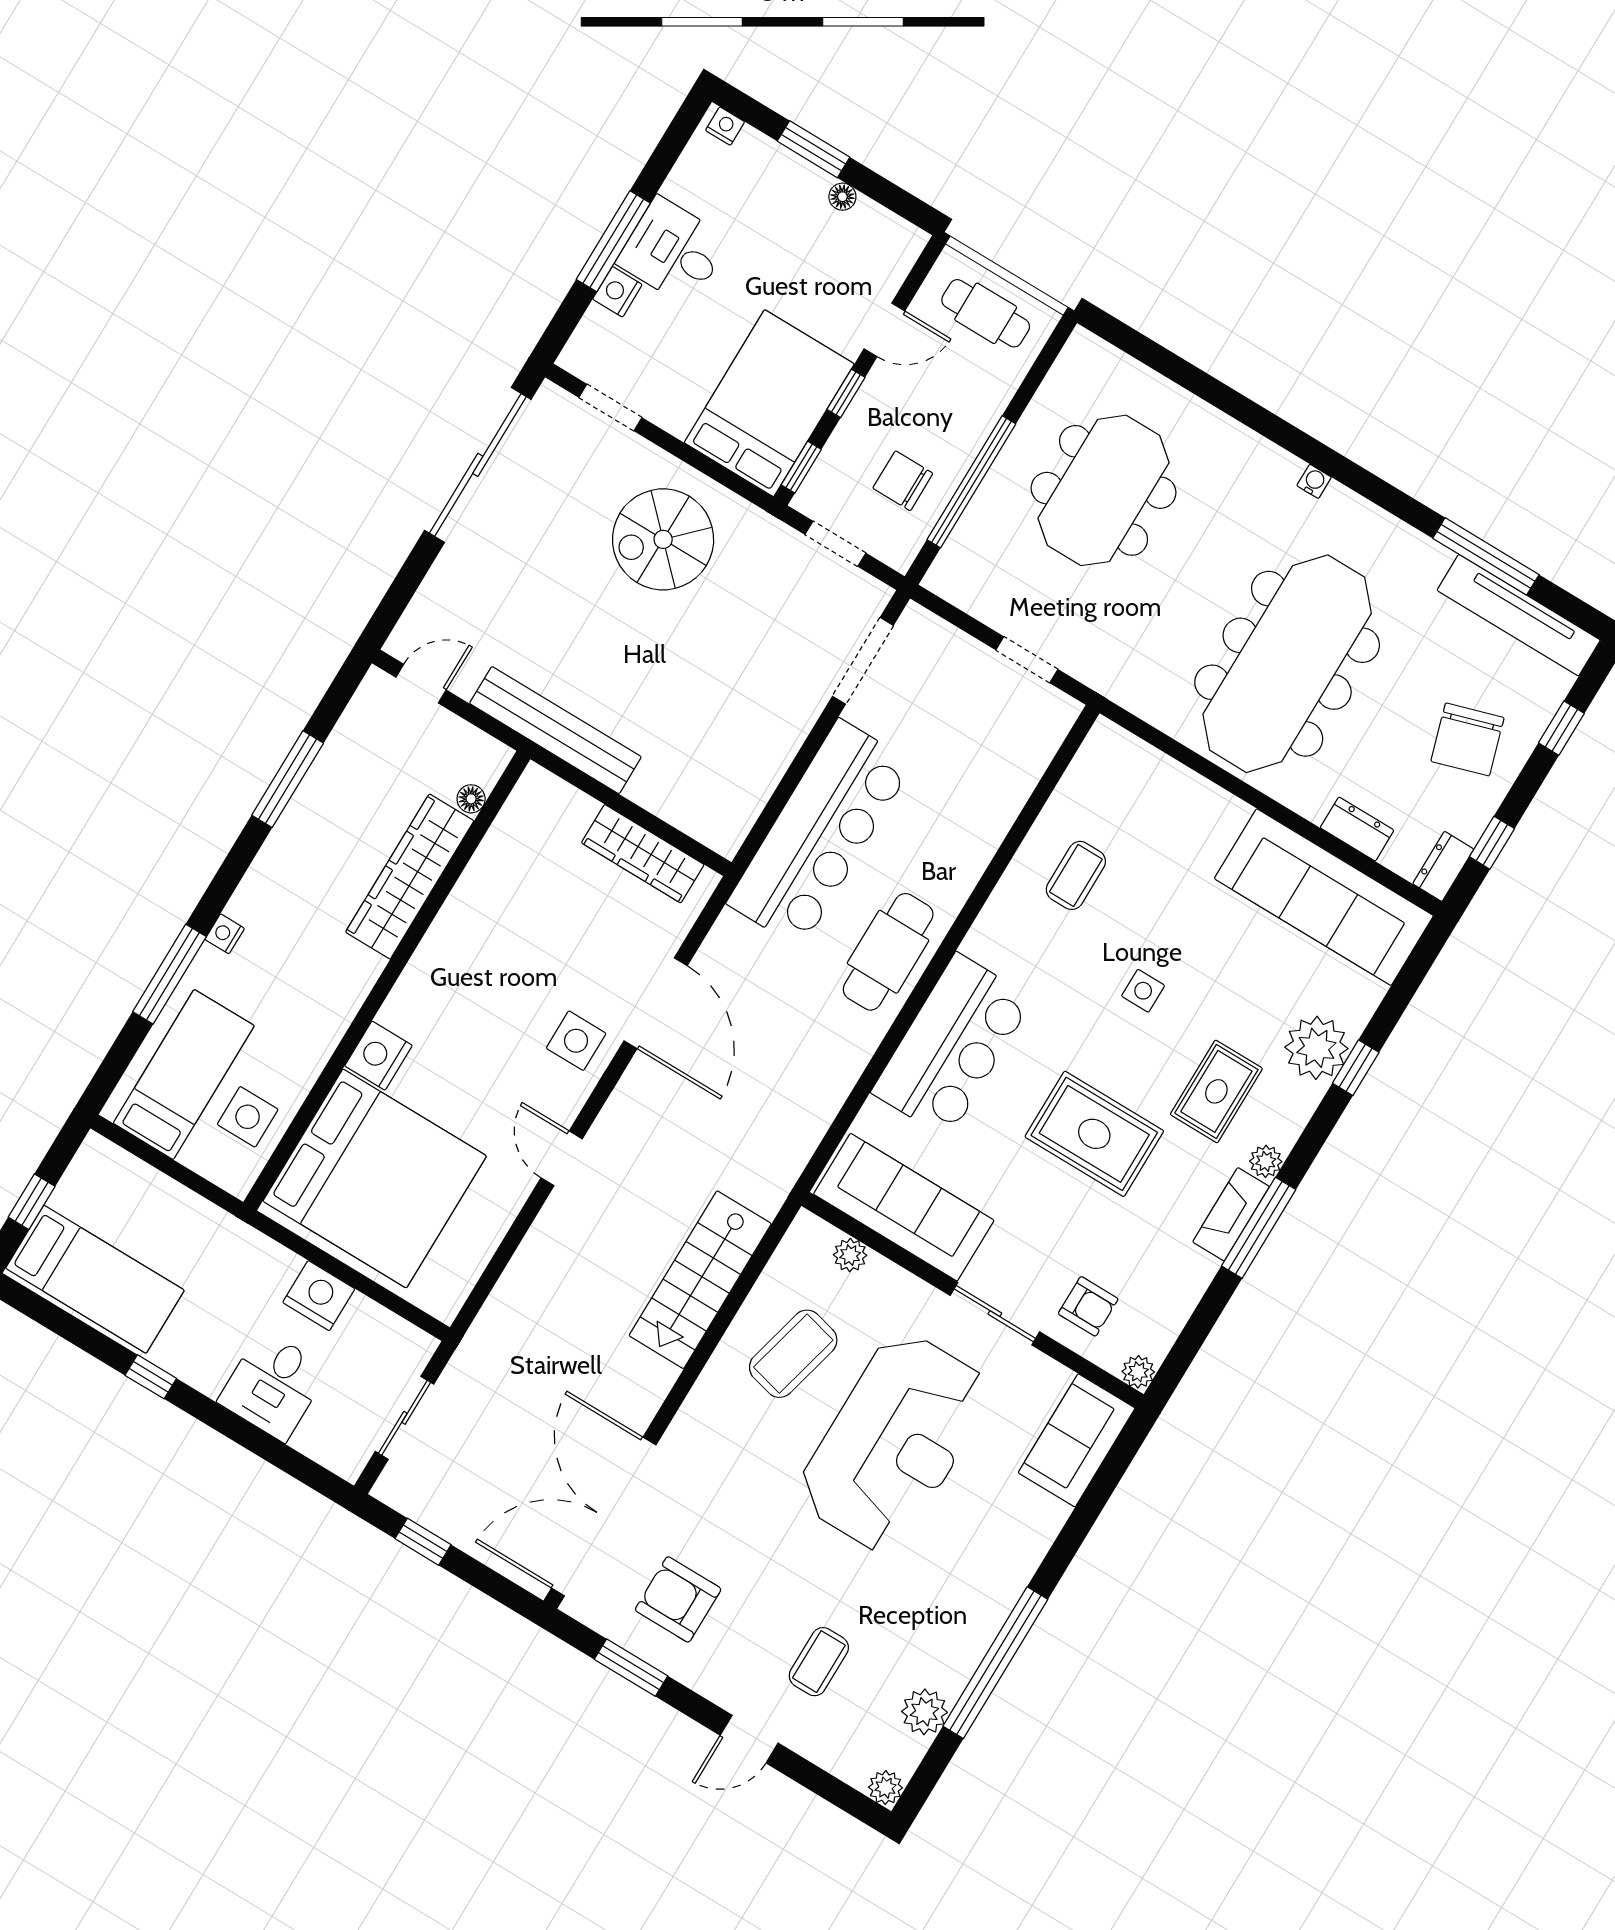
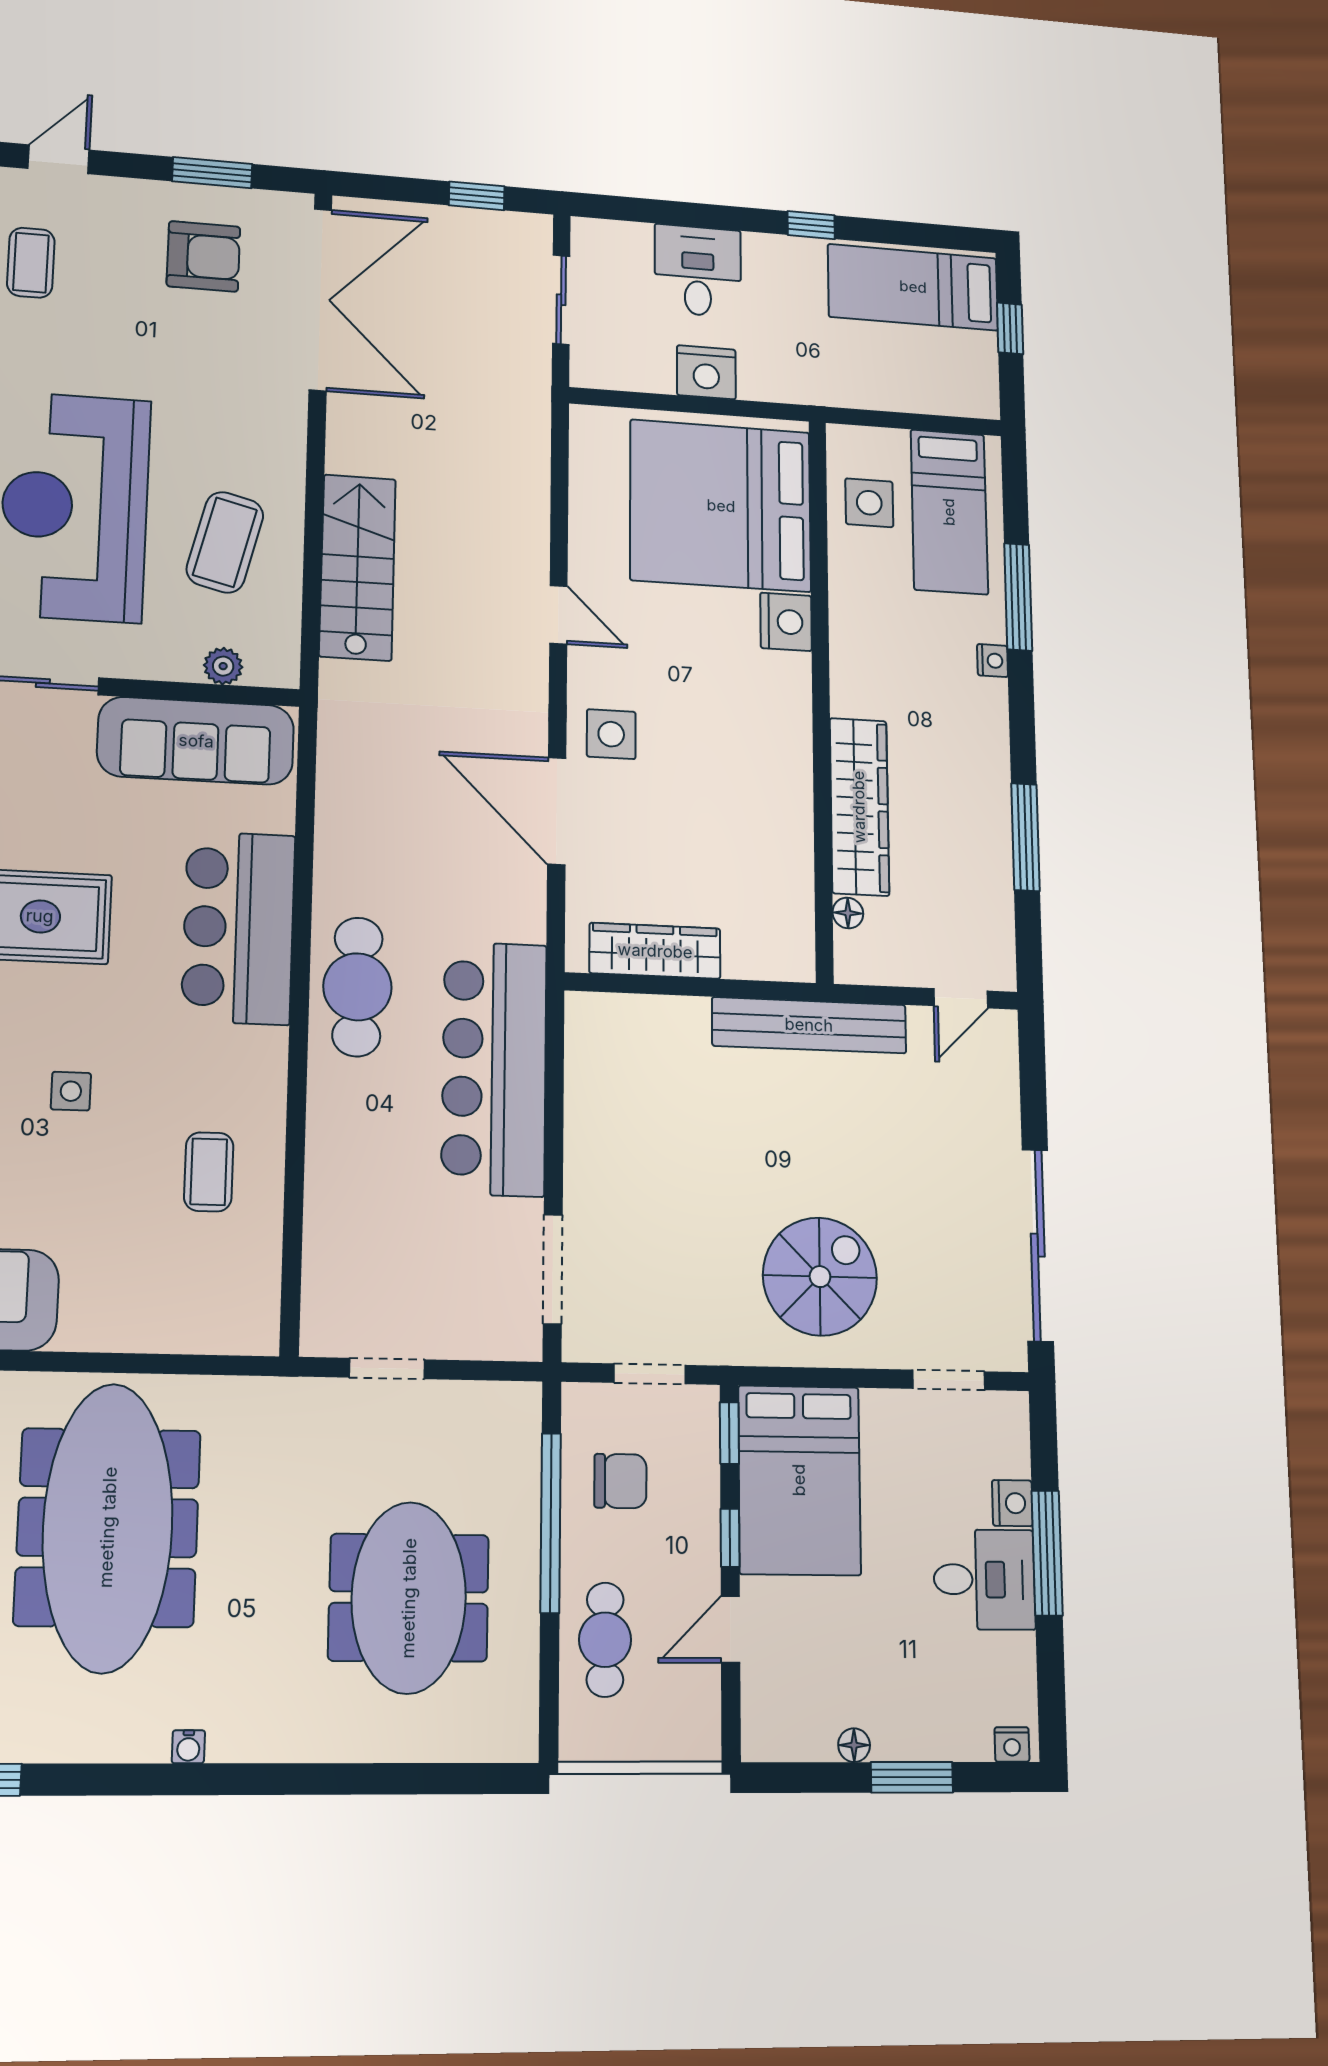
cafe table: (986, 313) -> (605, 1640), moved, turned 90

